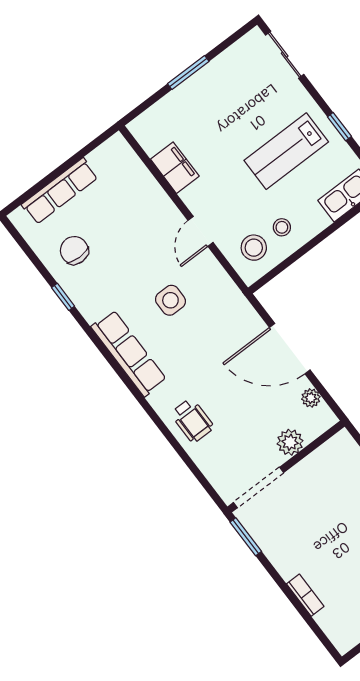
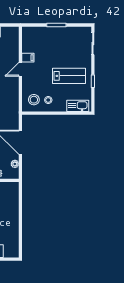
lab bench: (286, 151) -> (69, 76), turned 180
filing cabinet: (175, 168) -> (28, 58), width x0.50
door: (201, 231) -> (20, 69), moved

